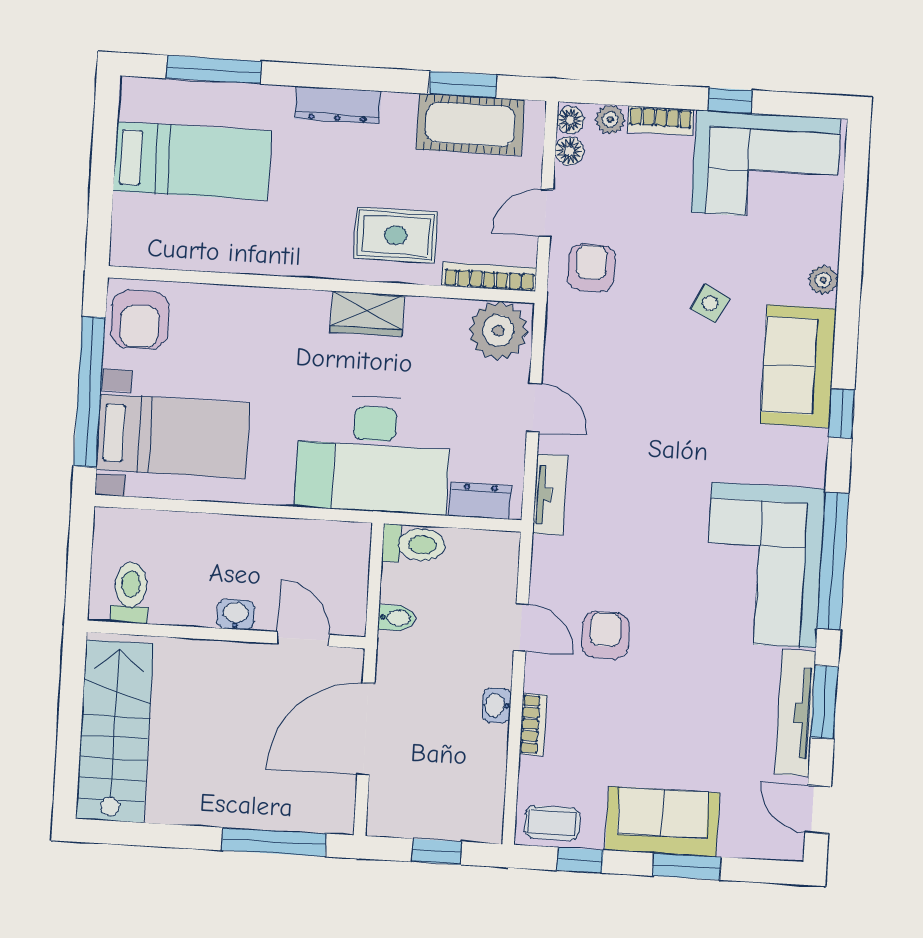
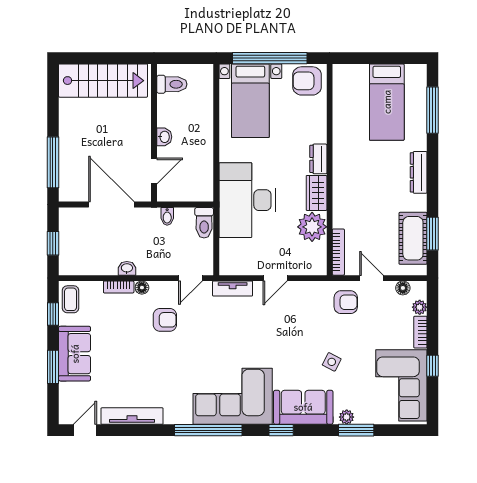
floor lamp: (570, 120) -> (142, 288), moved
rug: (396, 235) -> (356, 205), removed
plant: (498, 331) -> (312, 227), moved
dresser: (480, 501) -> (318, 159), moved, turned 180
corner sofa: (764, 565) -> (233, 396), moved
door: (521, 627) -> (191, 278), moved
window: (824, 702) -> (356, 430), moved

